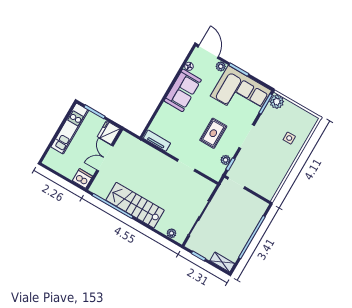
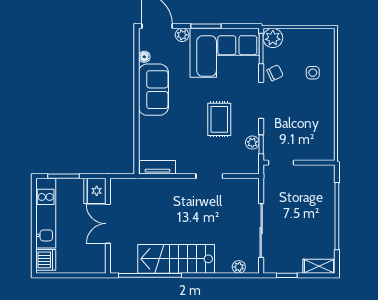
chair: (265, 124) -> (275, 73), added
dishwasher: (82, 178) -> (46, 260), moved, turned 90

